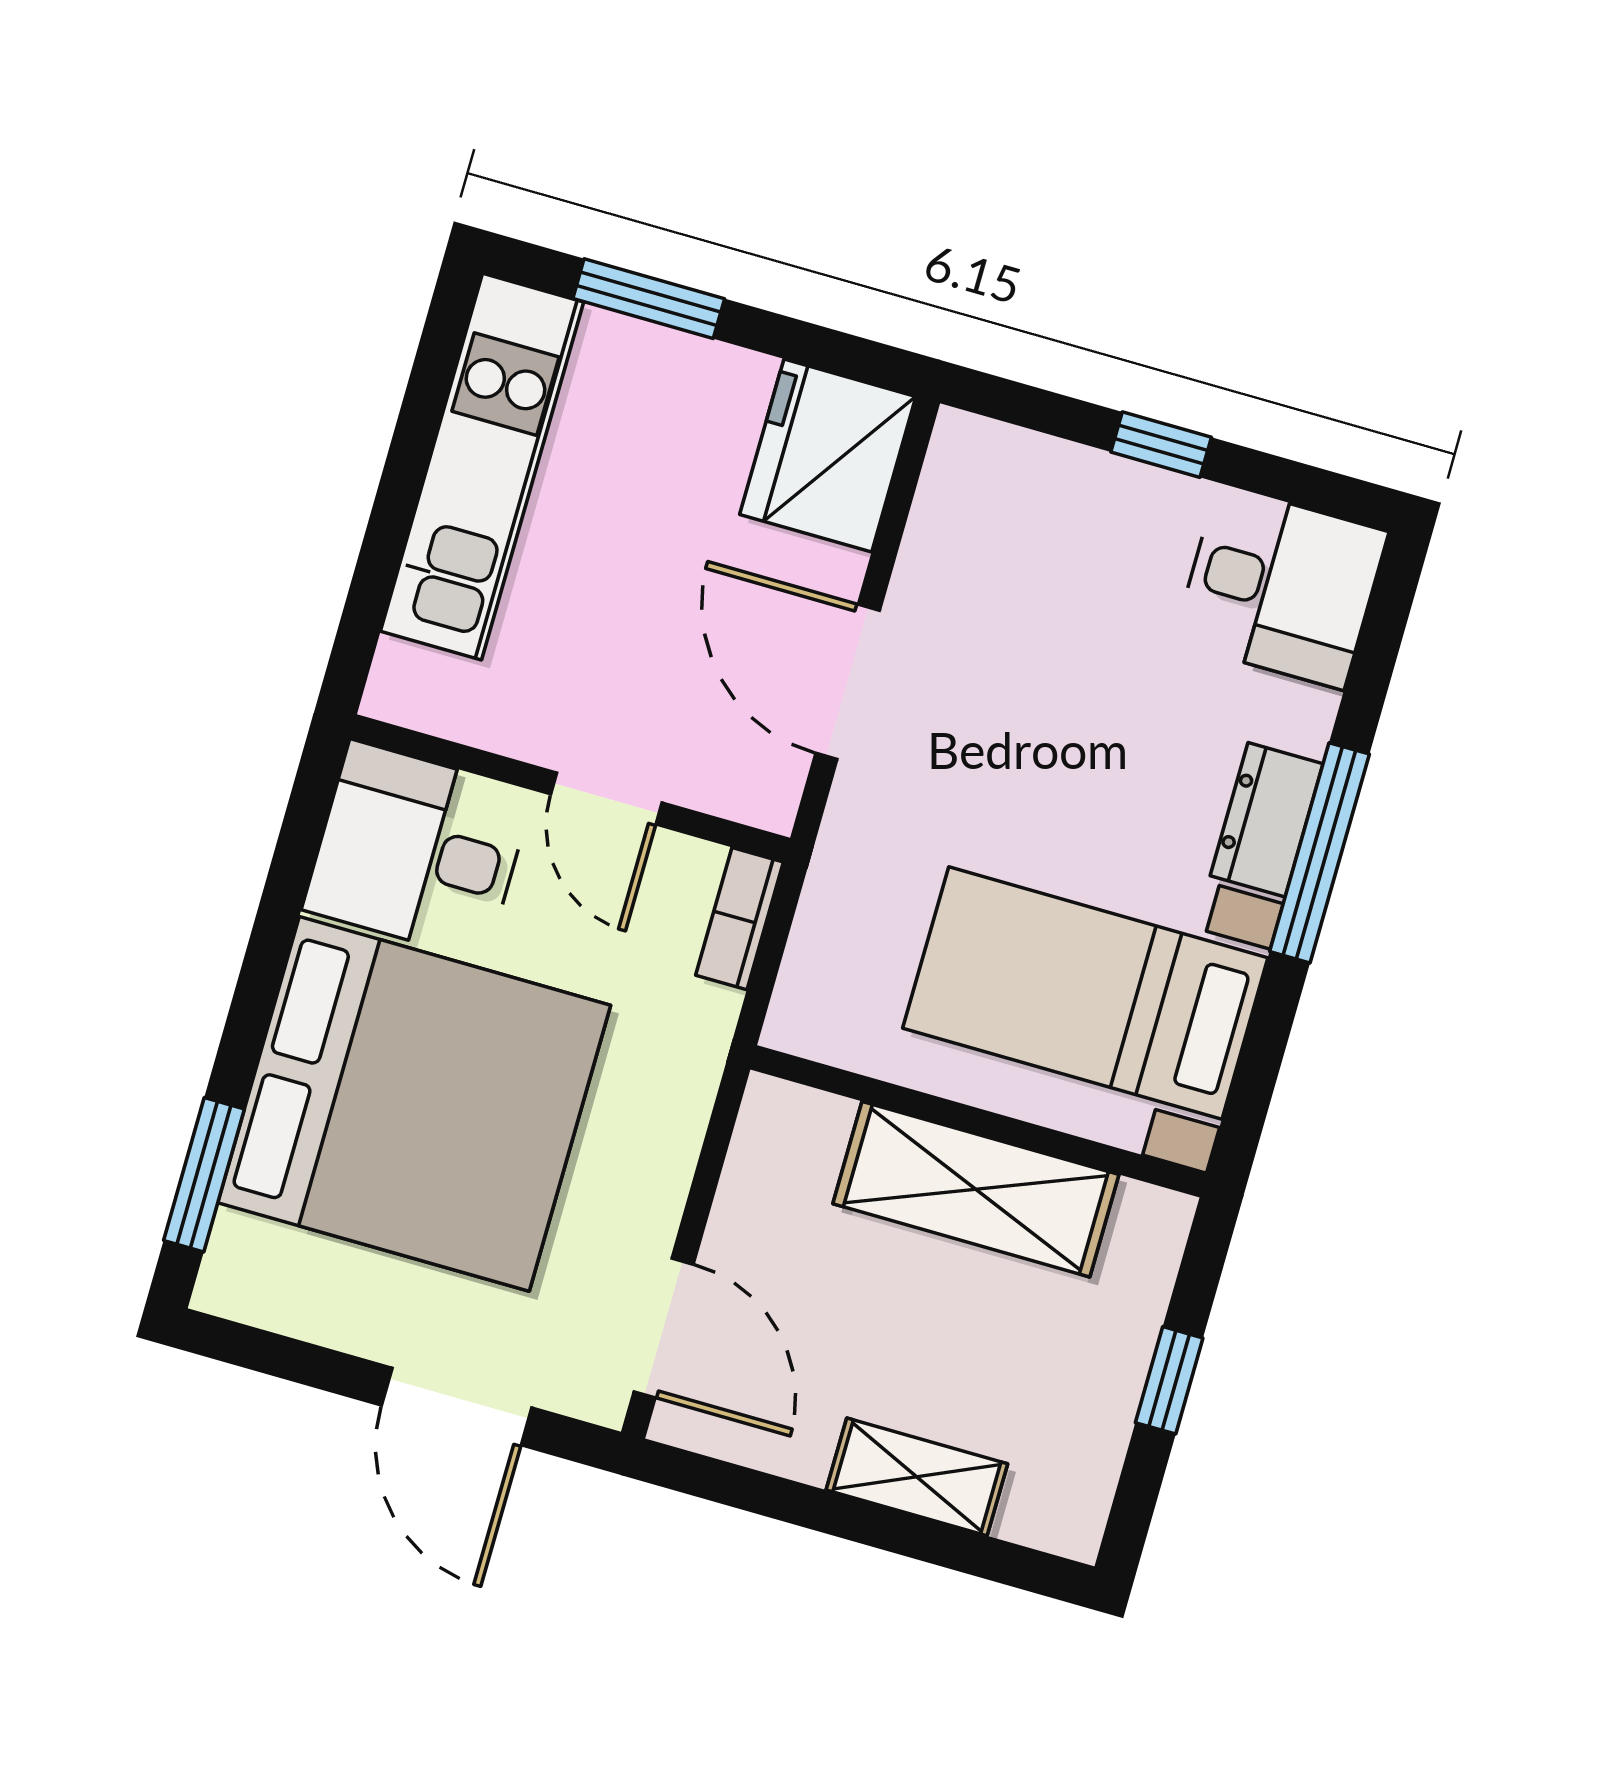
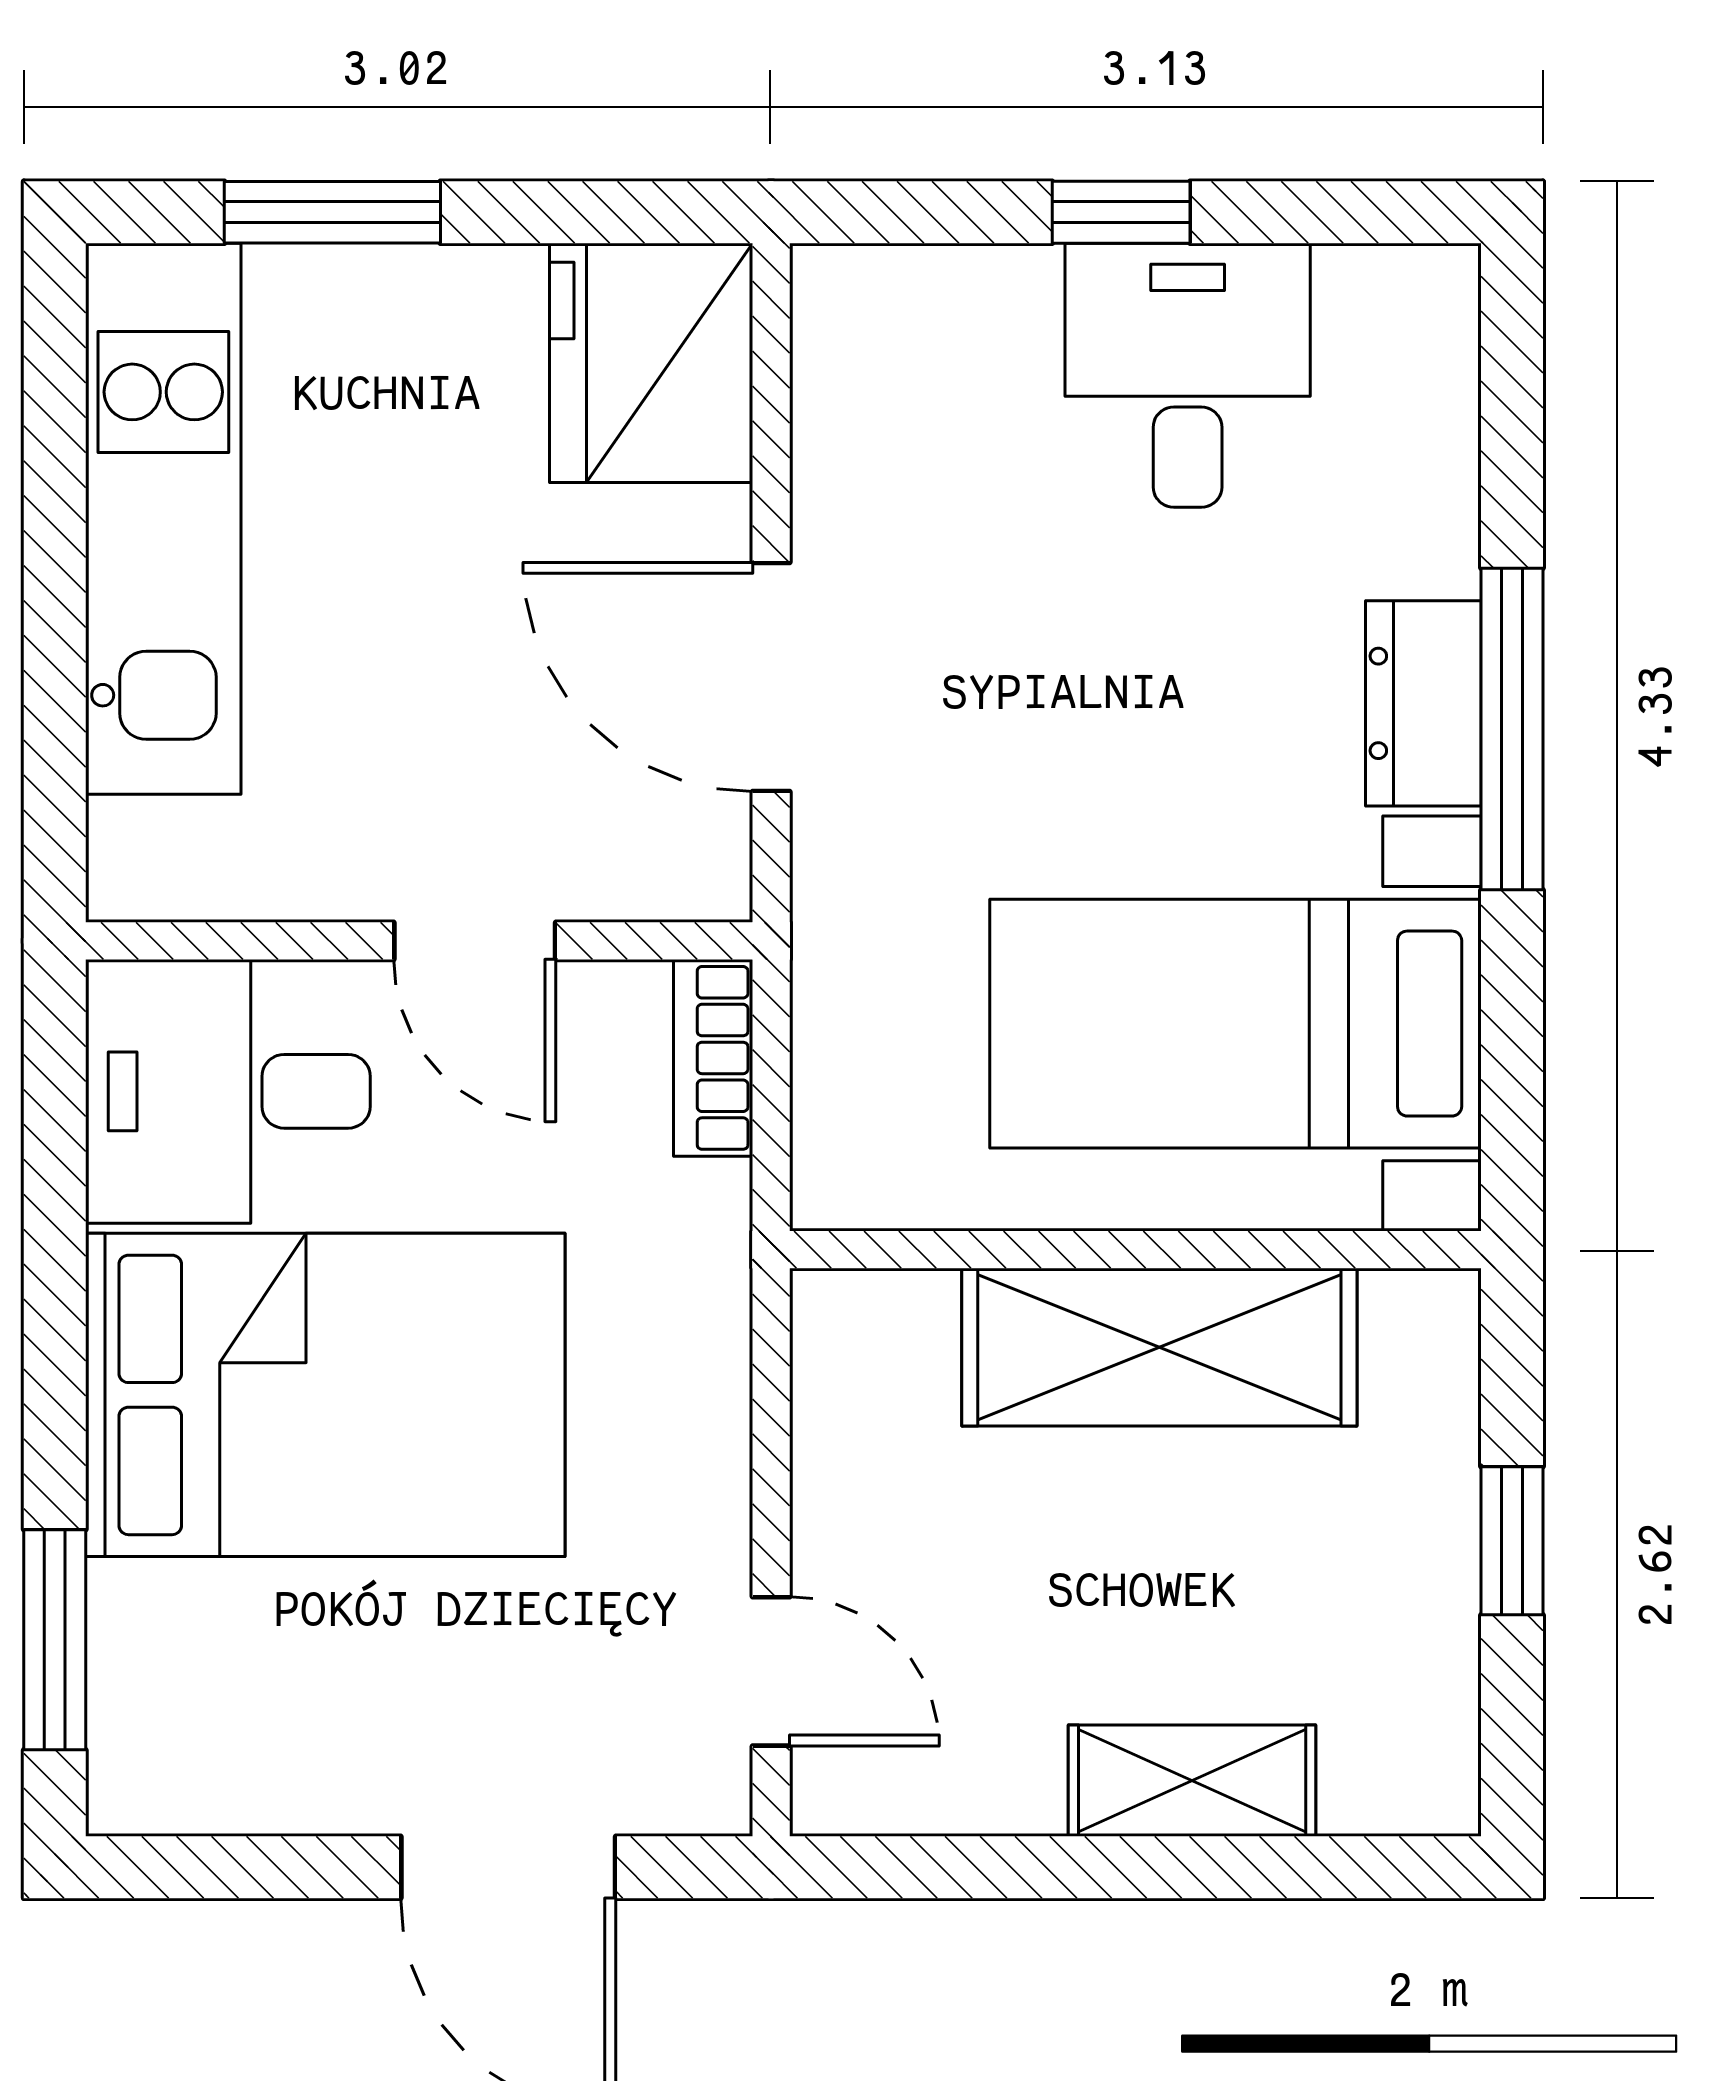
desk: (1281, 587) -> (1188, 375), moved, turned -90
bed: (414, 1104) -> (325, 1395), width x0.73
door: (664, 1328) -> (771, 1671), width x0.73

